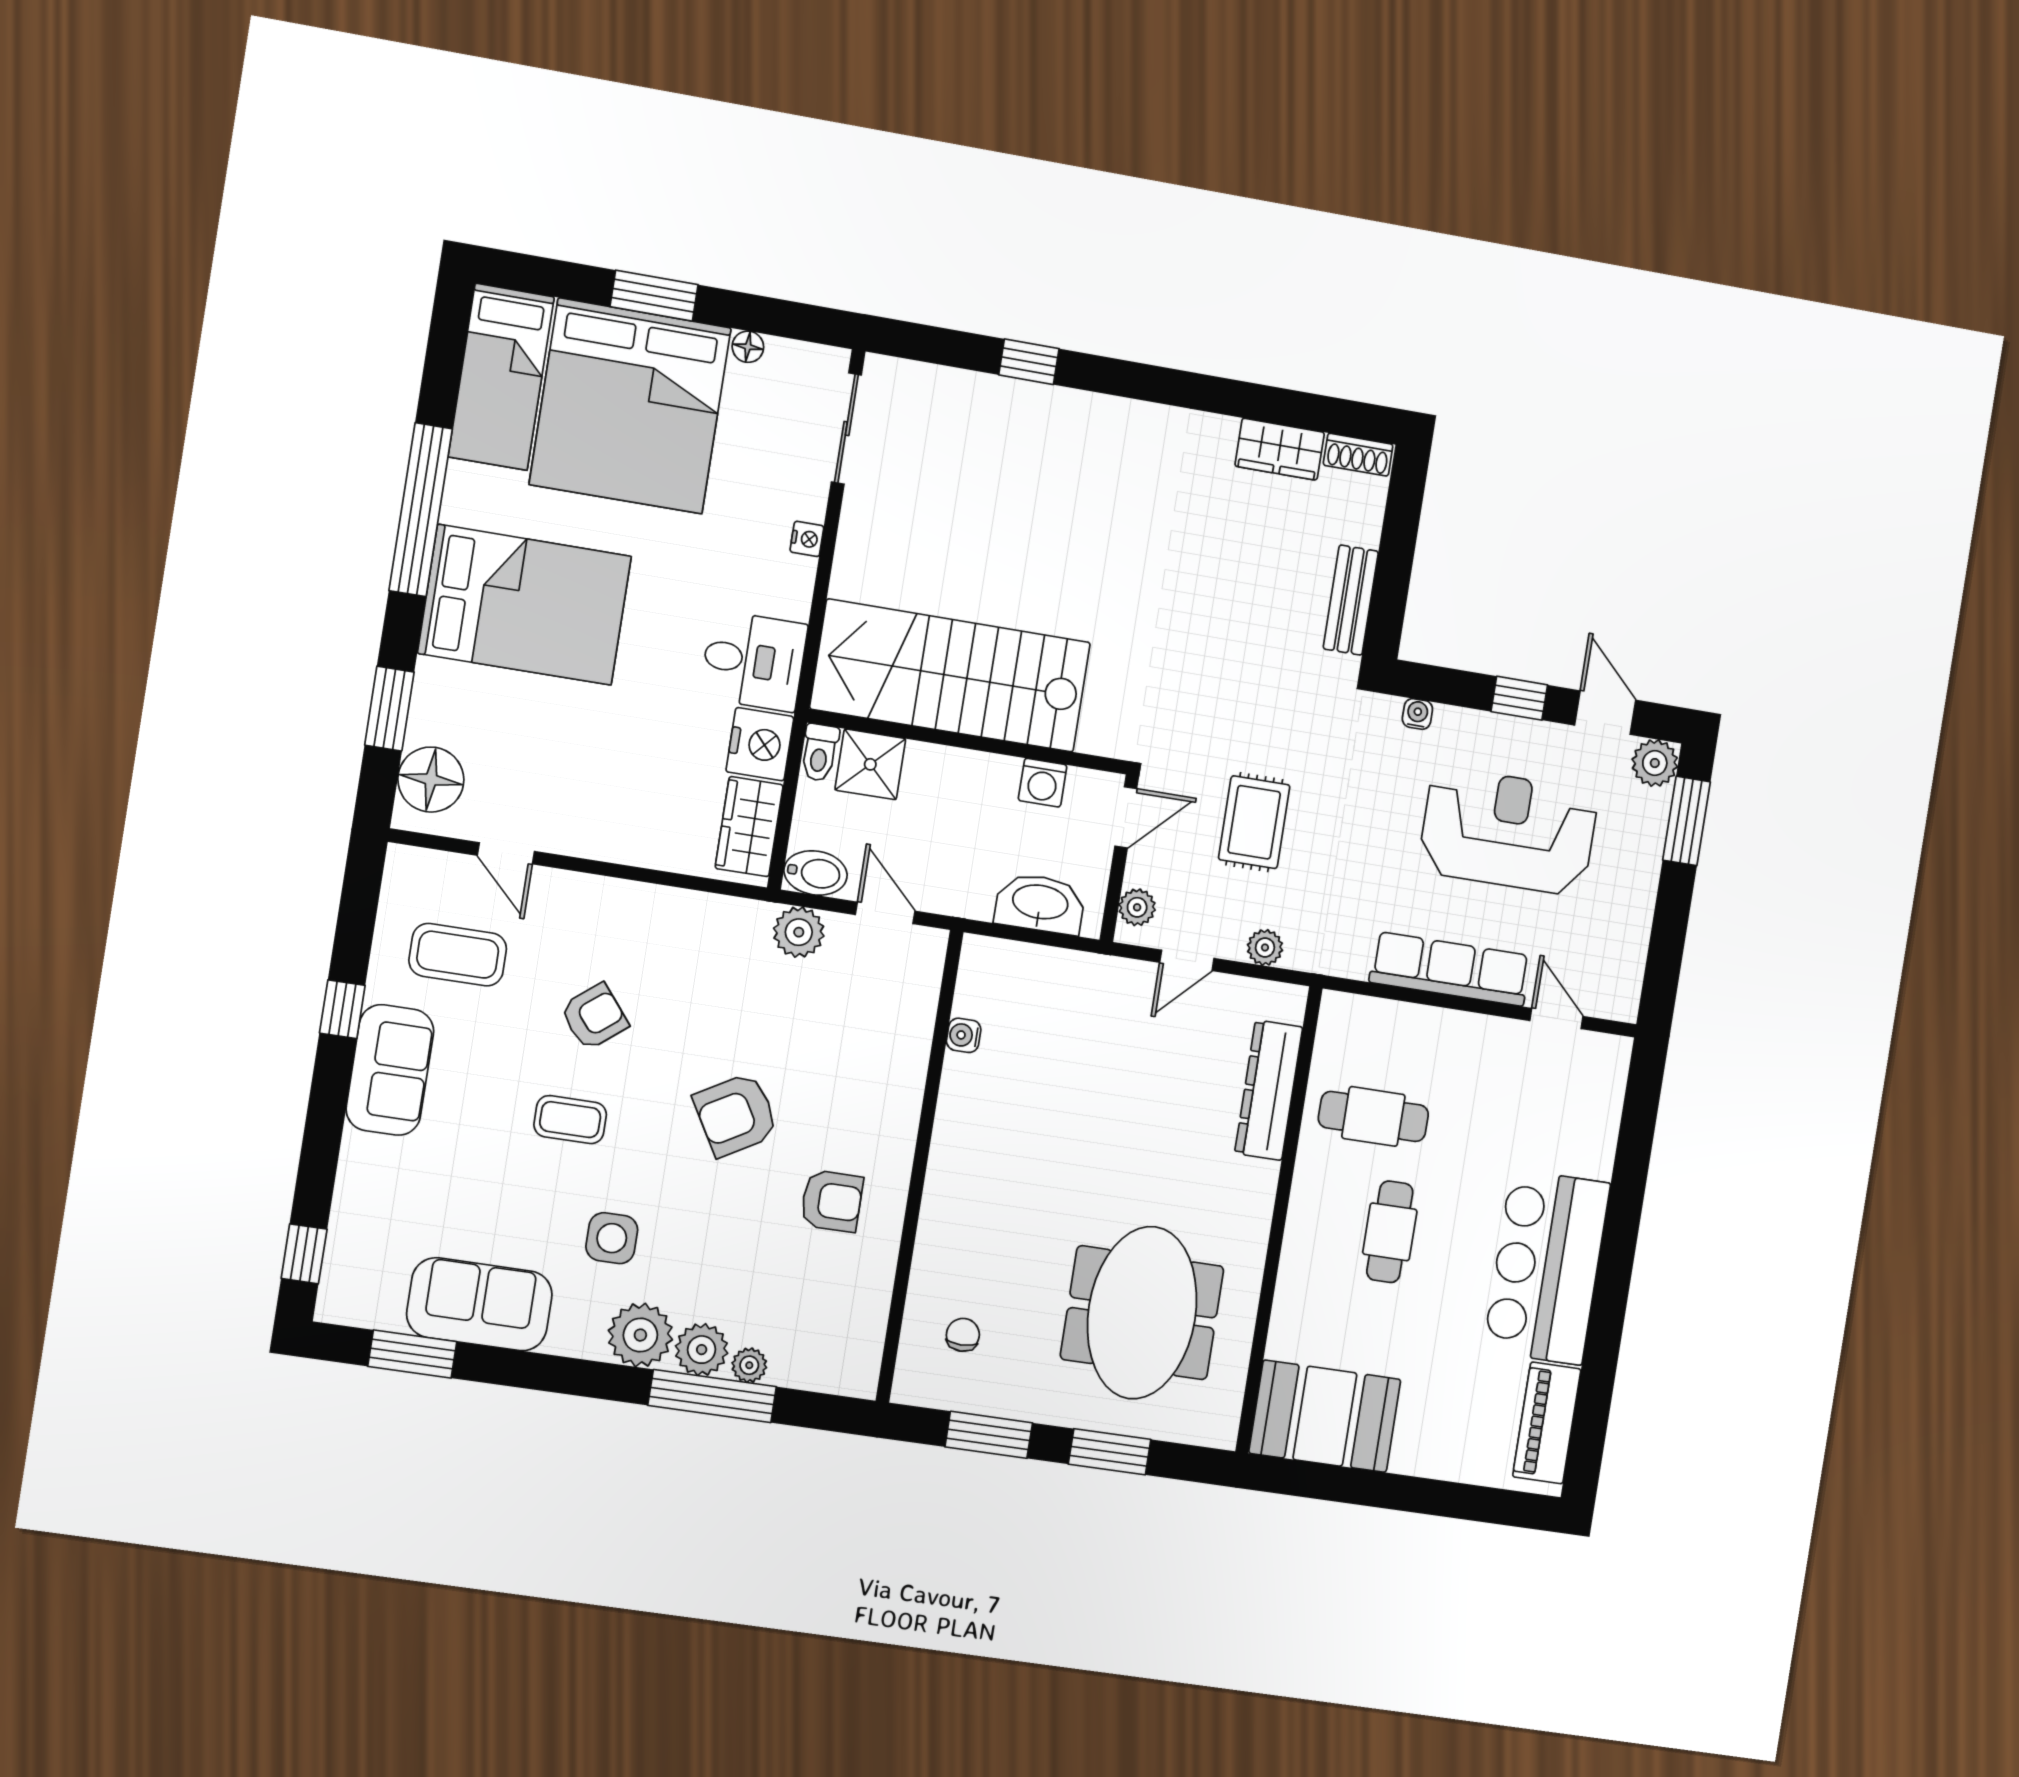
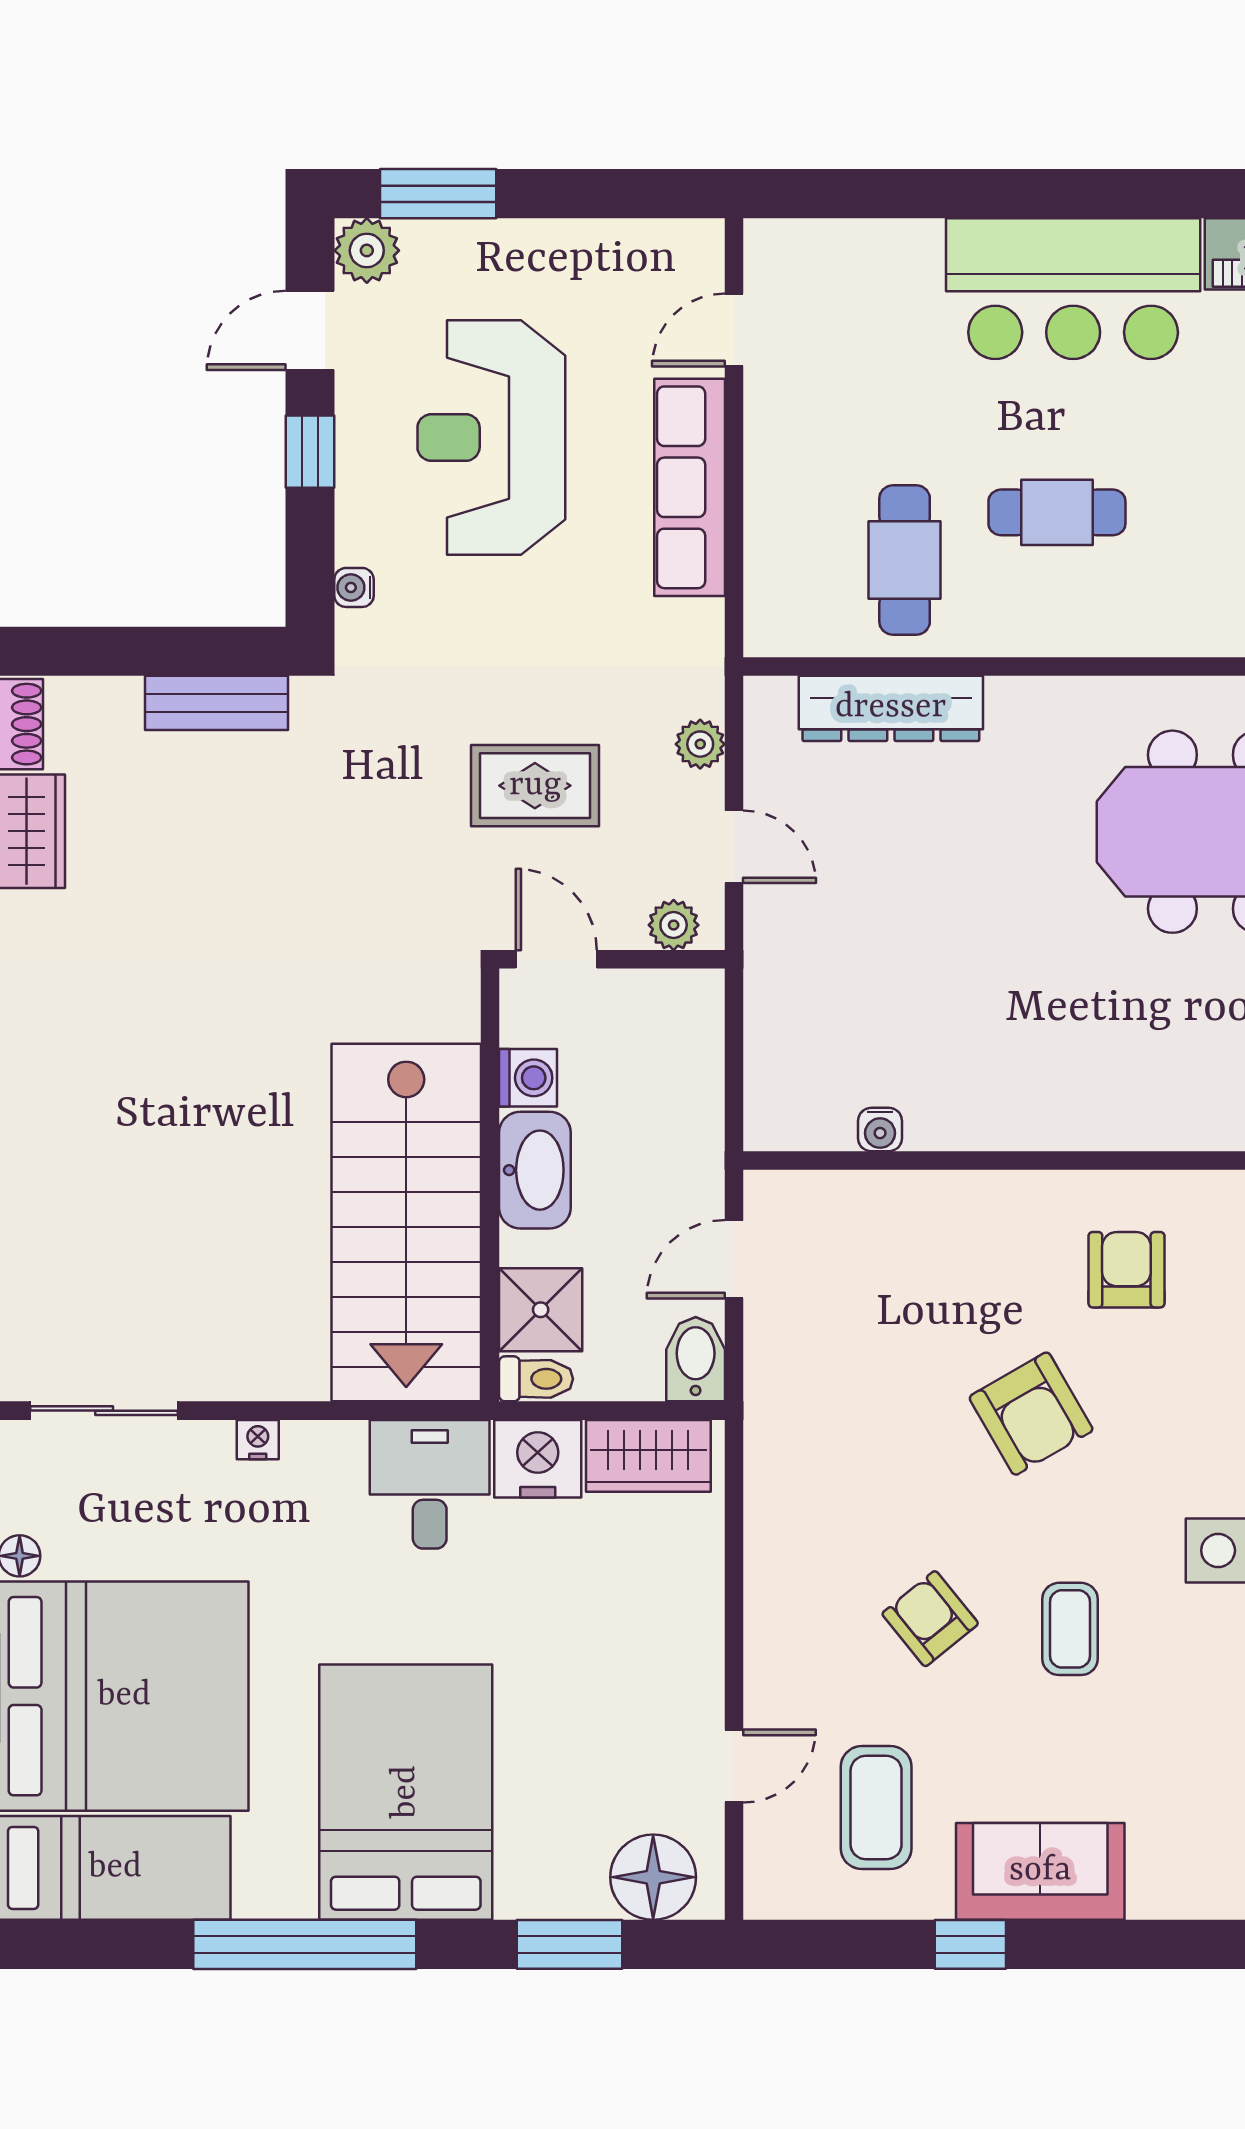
washbasin: (1040, 904) -> (535, 1170), moved, turned 180
plant: (799, 932) -> (777, 1369), removed

